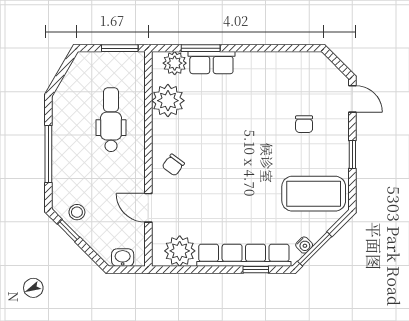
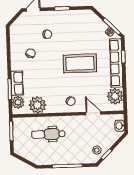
chair: (268, 90) -> (30, 53), added
coffee table: (314, 194) -> (80, 63), moved, turned 90
door: (148, 208) -> (93, 113), swing flipped

